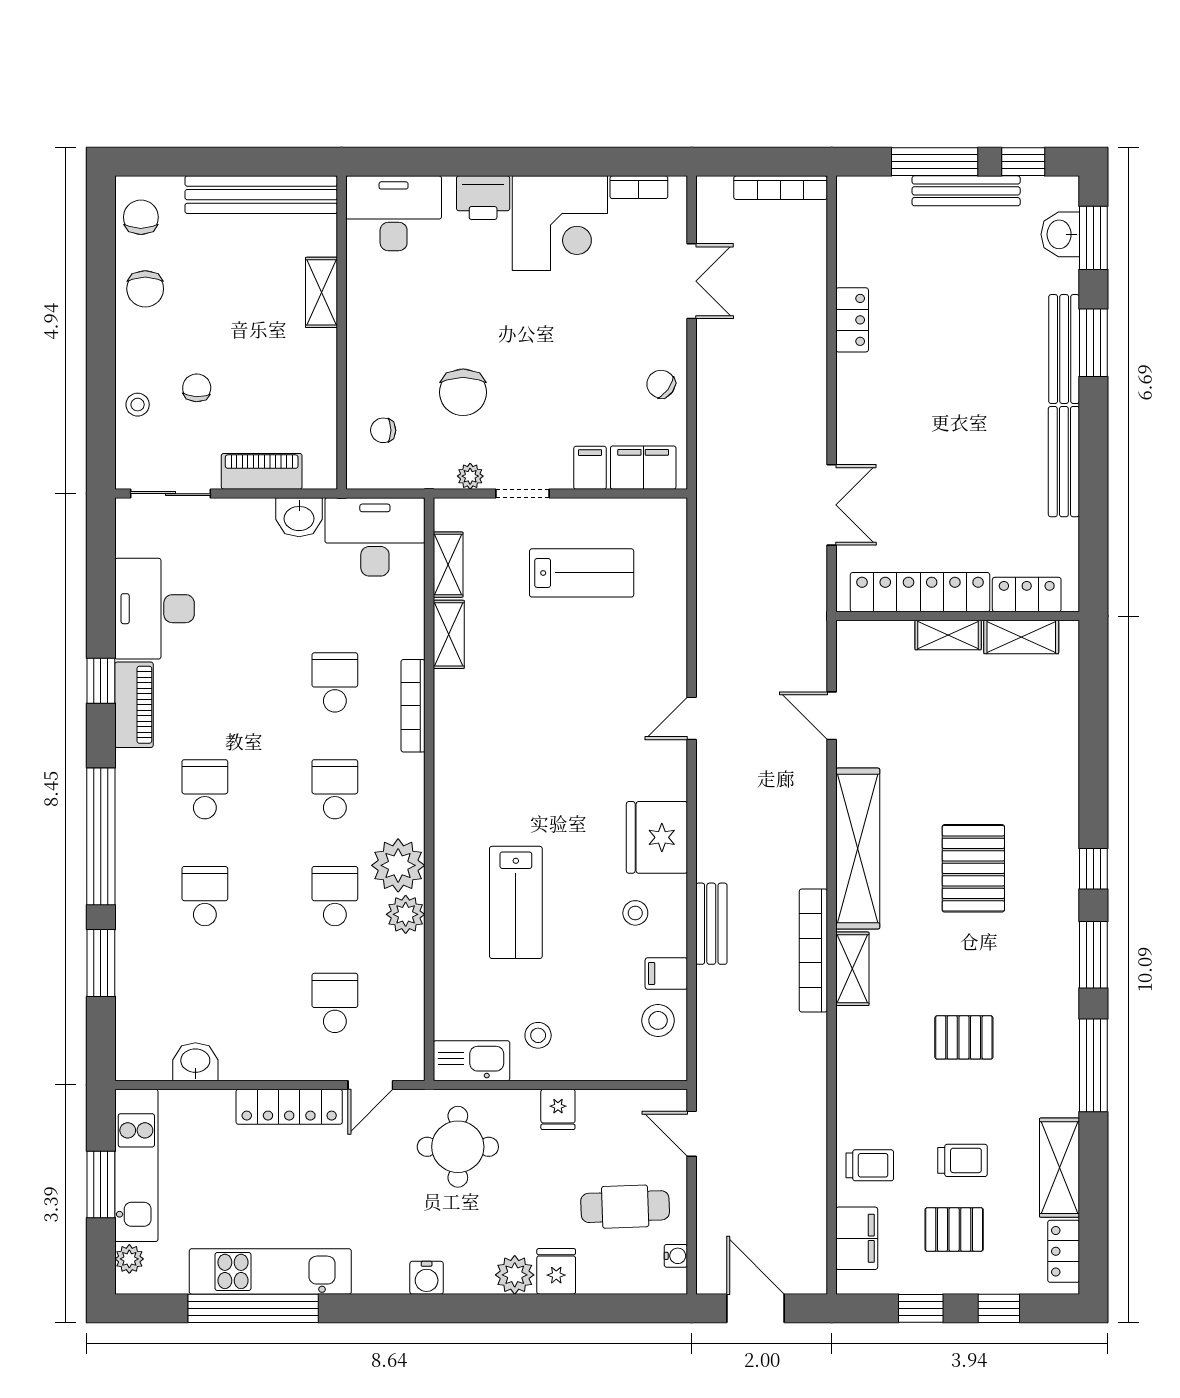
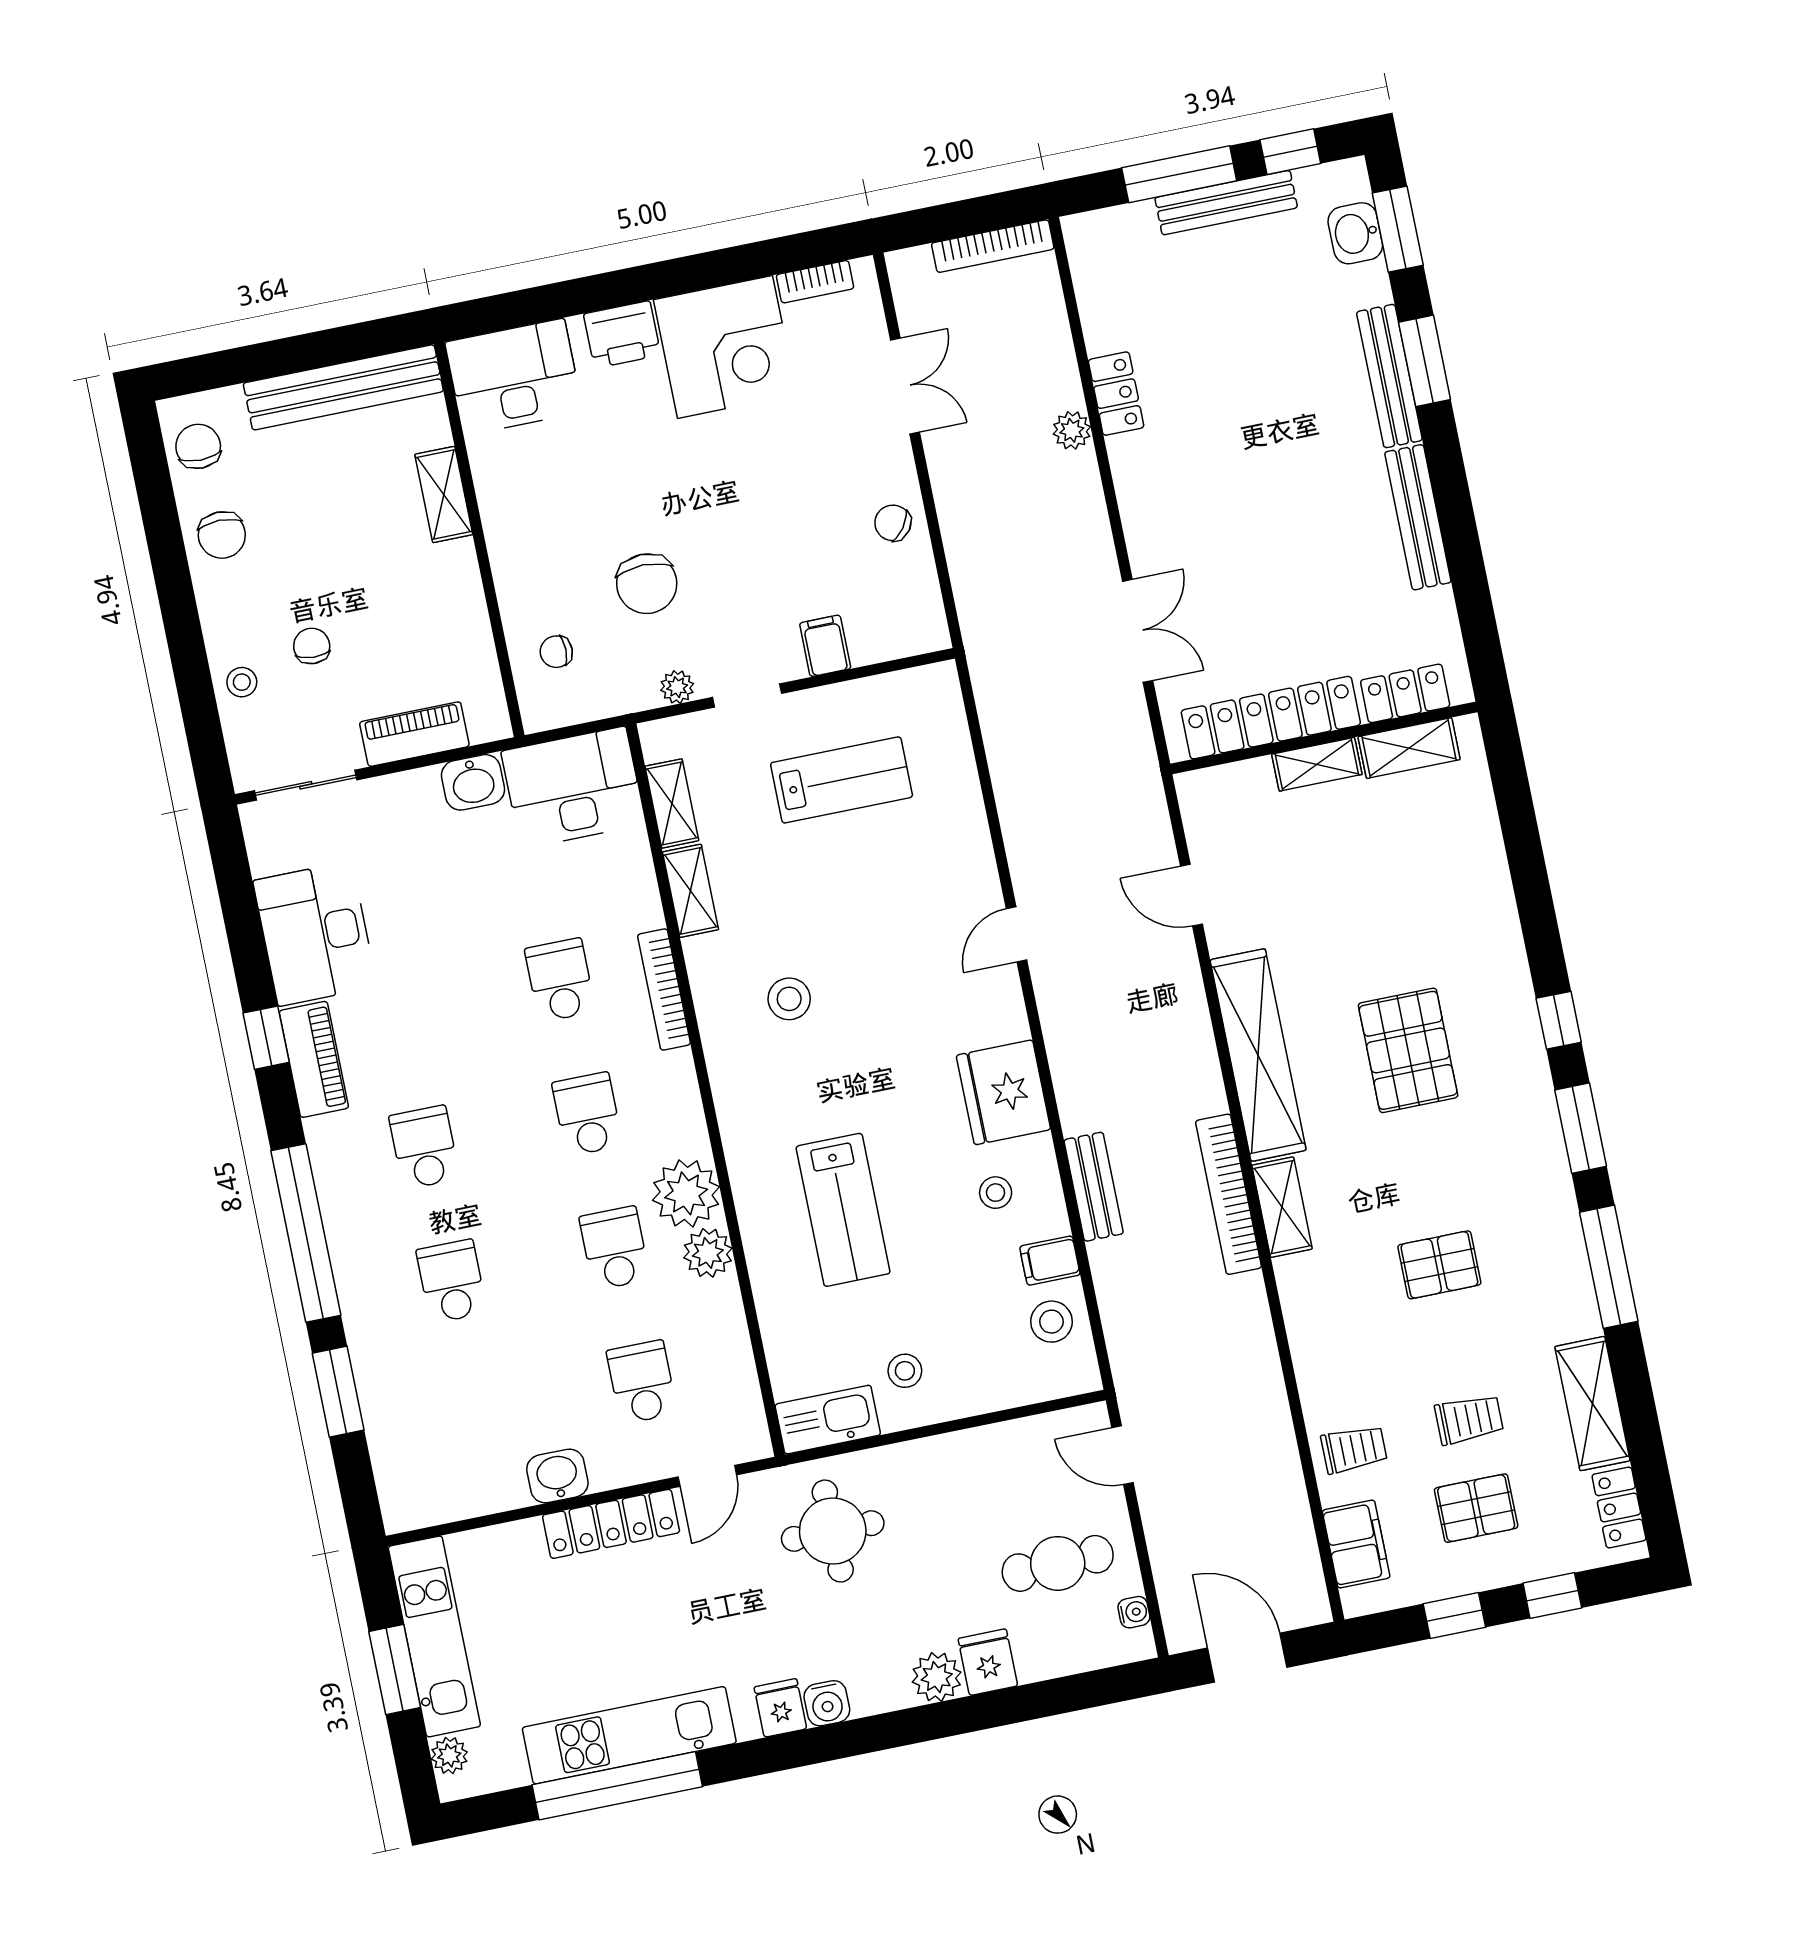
plant: (812, 341) -> (1072, 430), added
filing cabinet: (643, 468) -> (892, 632), removed
stool: (507, 732) -> (789, 999), added
washbasin: (195, 1062) -> (557, 1476), moved
fridge: (558, 1109) -> (780, 1708), moved, turned 180

